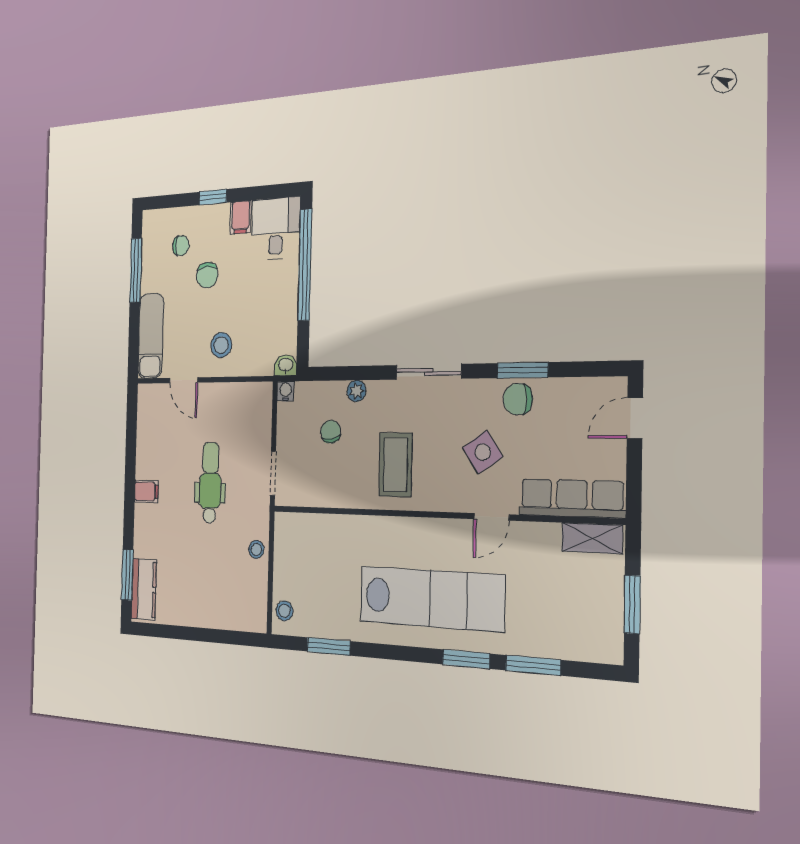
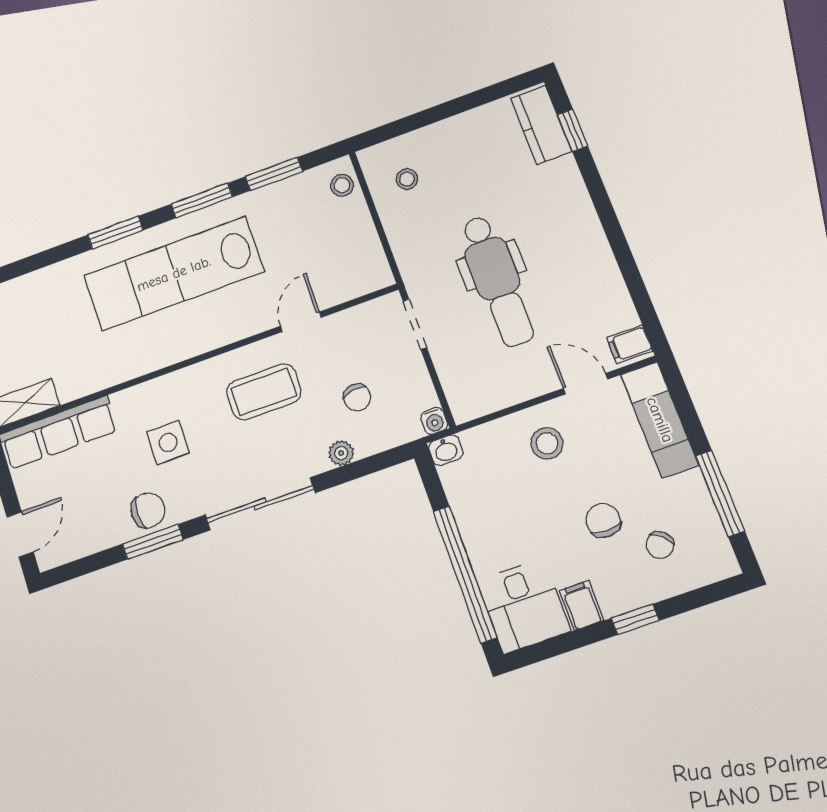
chair: (181, 246) -> (660, 545), turned -52
sliding door: (429, 372) -> (260, 504), width x1.37
side table: (483, 452) -> (168, 442), turned 34
coffee table: (395, 465) -> (264, 392), turned 90
dental chair: (210, 483) -> (497, 281), width x1.36, depth x1.38
filing cabinet: (146, 491) -> (630, 344), moved
door: (491, 517) -> (301, 322), moved
stool: (256, 549) -> (407, 179), moved
window: (127, 575) -> (573, 130), width x0.67
window: (533, 665) -> (202, 201), moved

